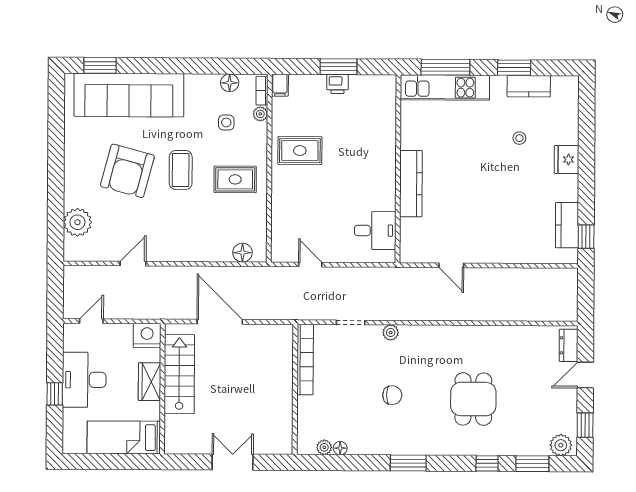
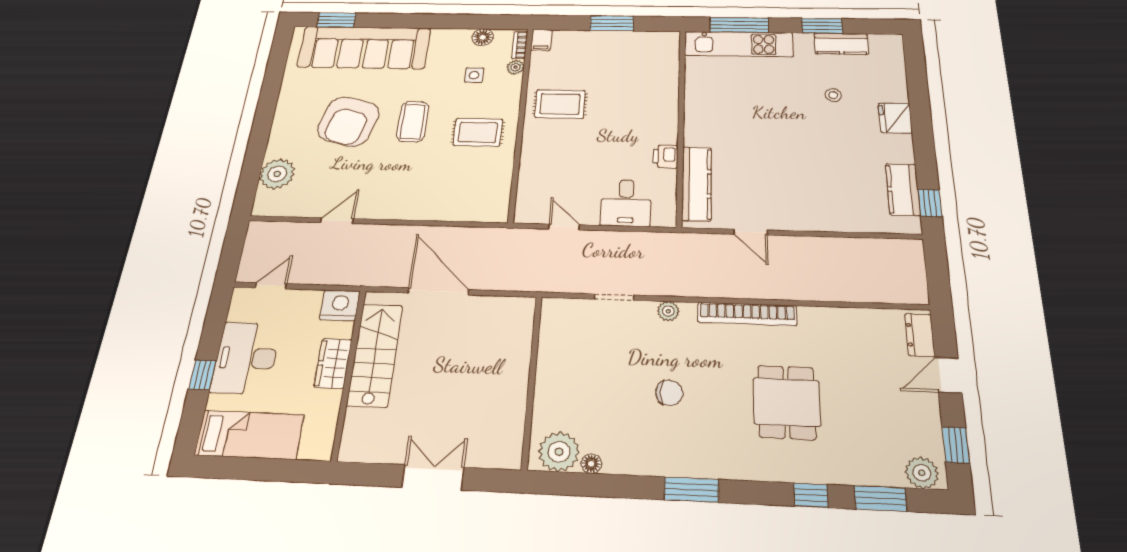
printer: (337, 84) -> (665, 157), moved, turned 90
kitchen counter: (411, 184) -> (697, 184), moved
desk: (375, 231) -> (626, 203), moved, turned 90
floor lamp: (242, 253) -> (478, 211), removed
bookcase: (305, 359) -> (747, 314), moved, turned 90
bed: (124, 437) -> (249, 435), moved, turned 180
plant: (324, 447) -> (559, 452), width x1.88, depth x1.88

